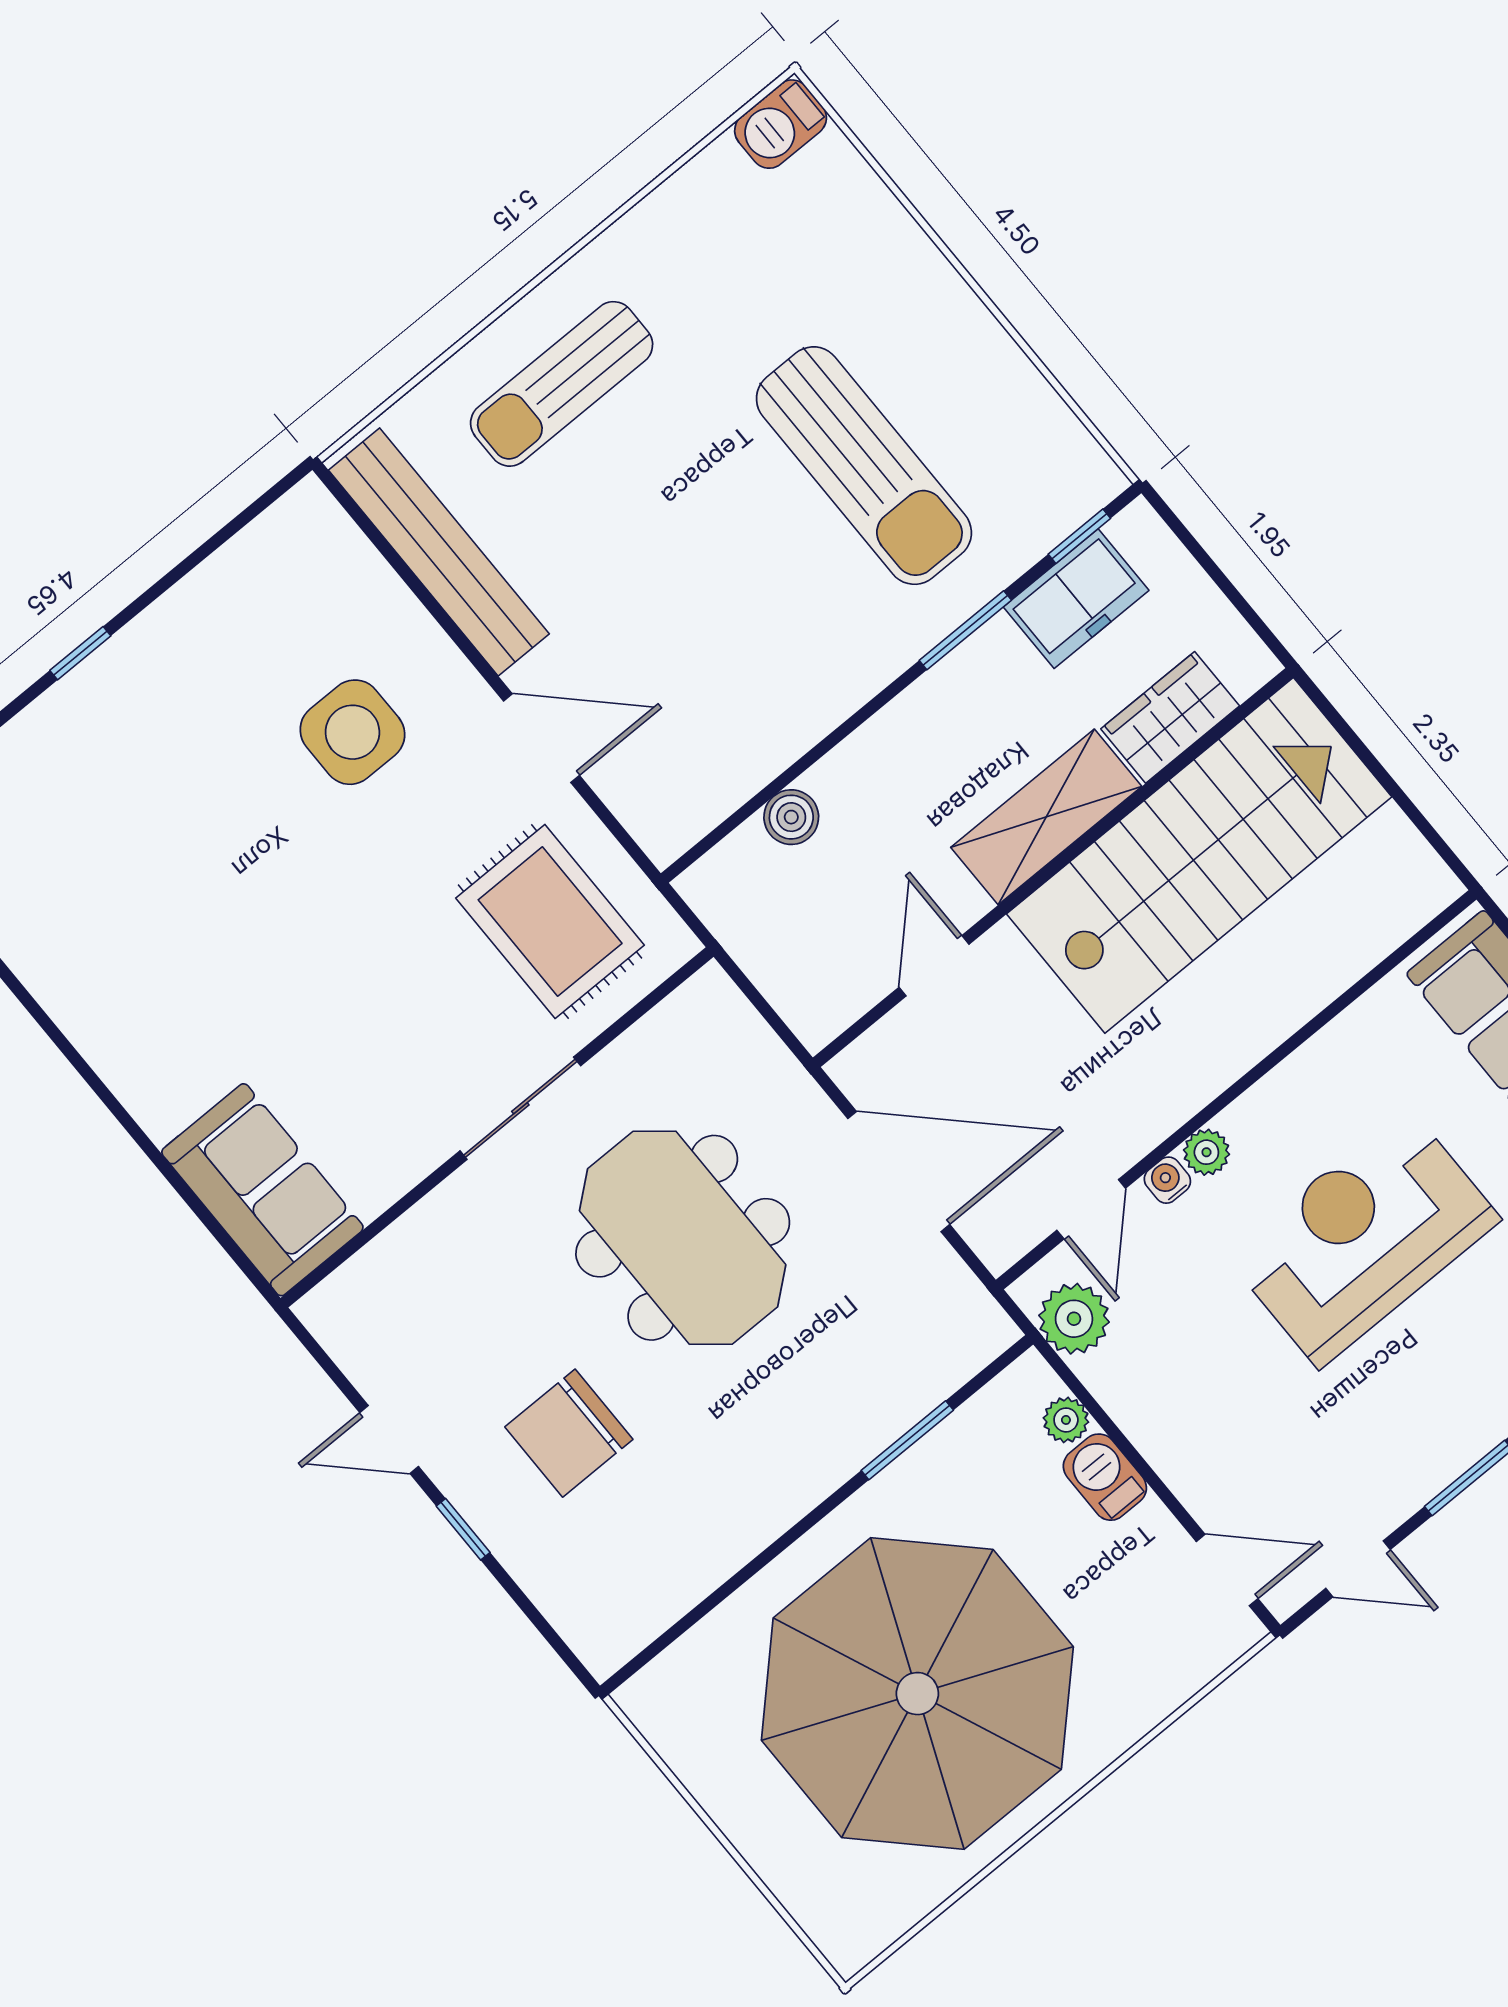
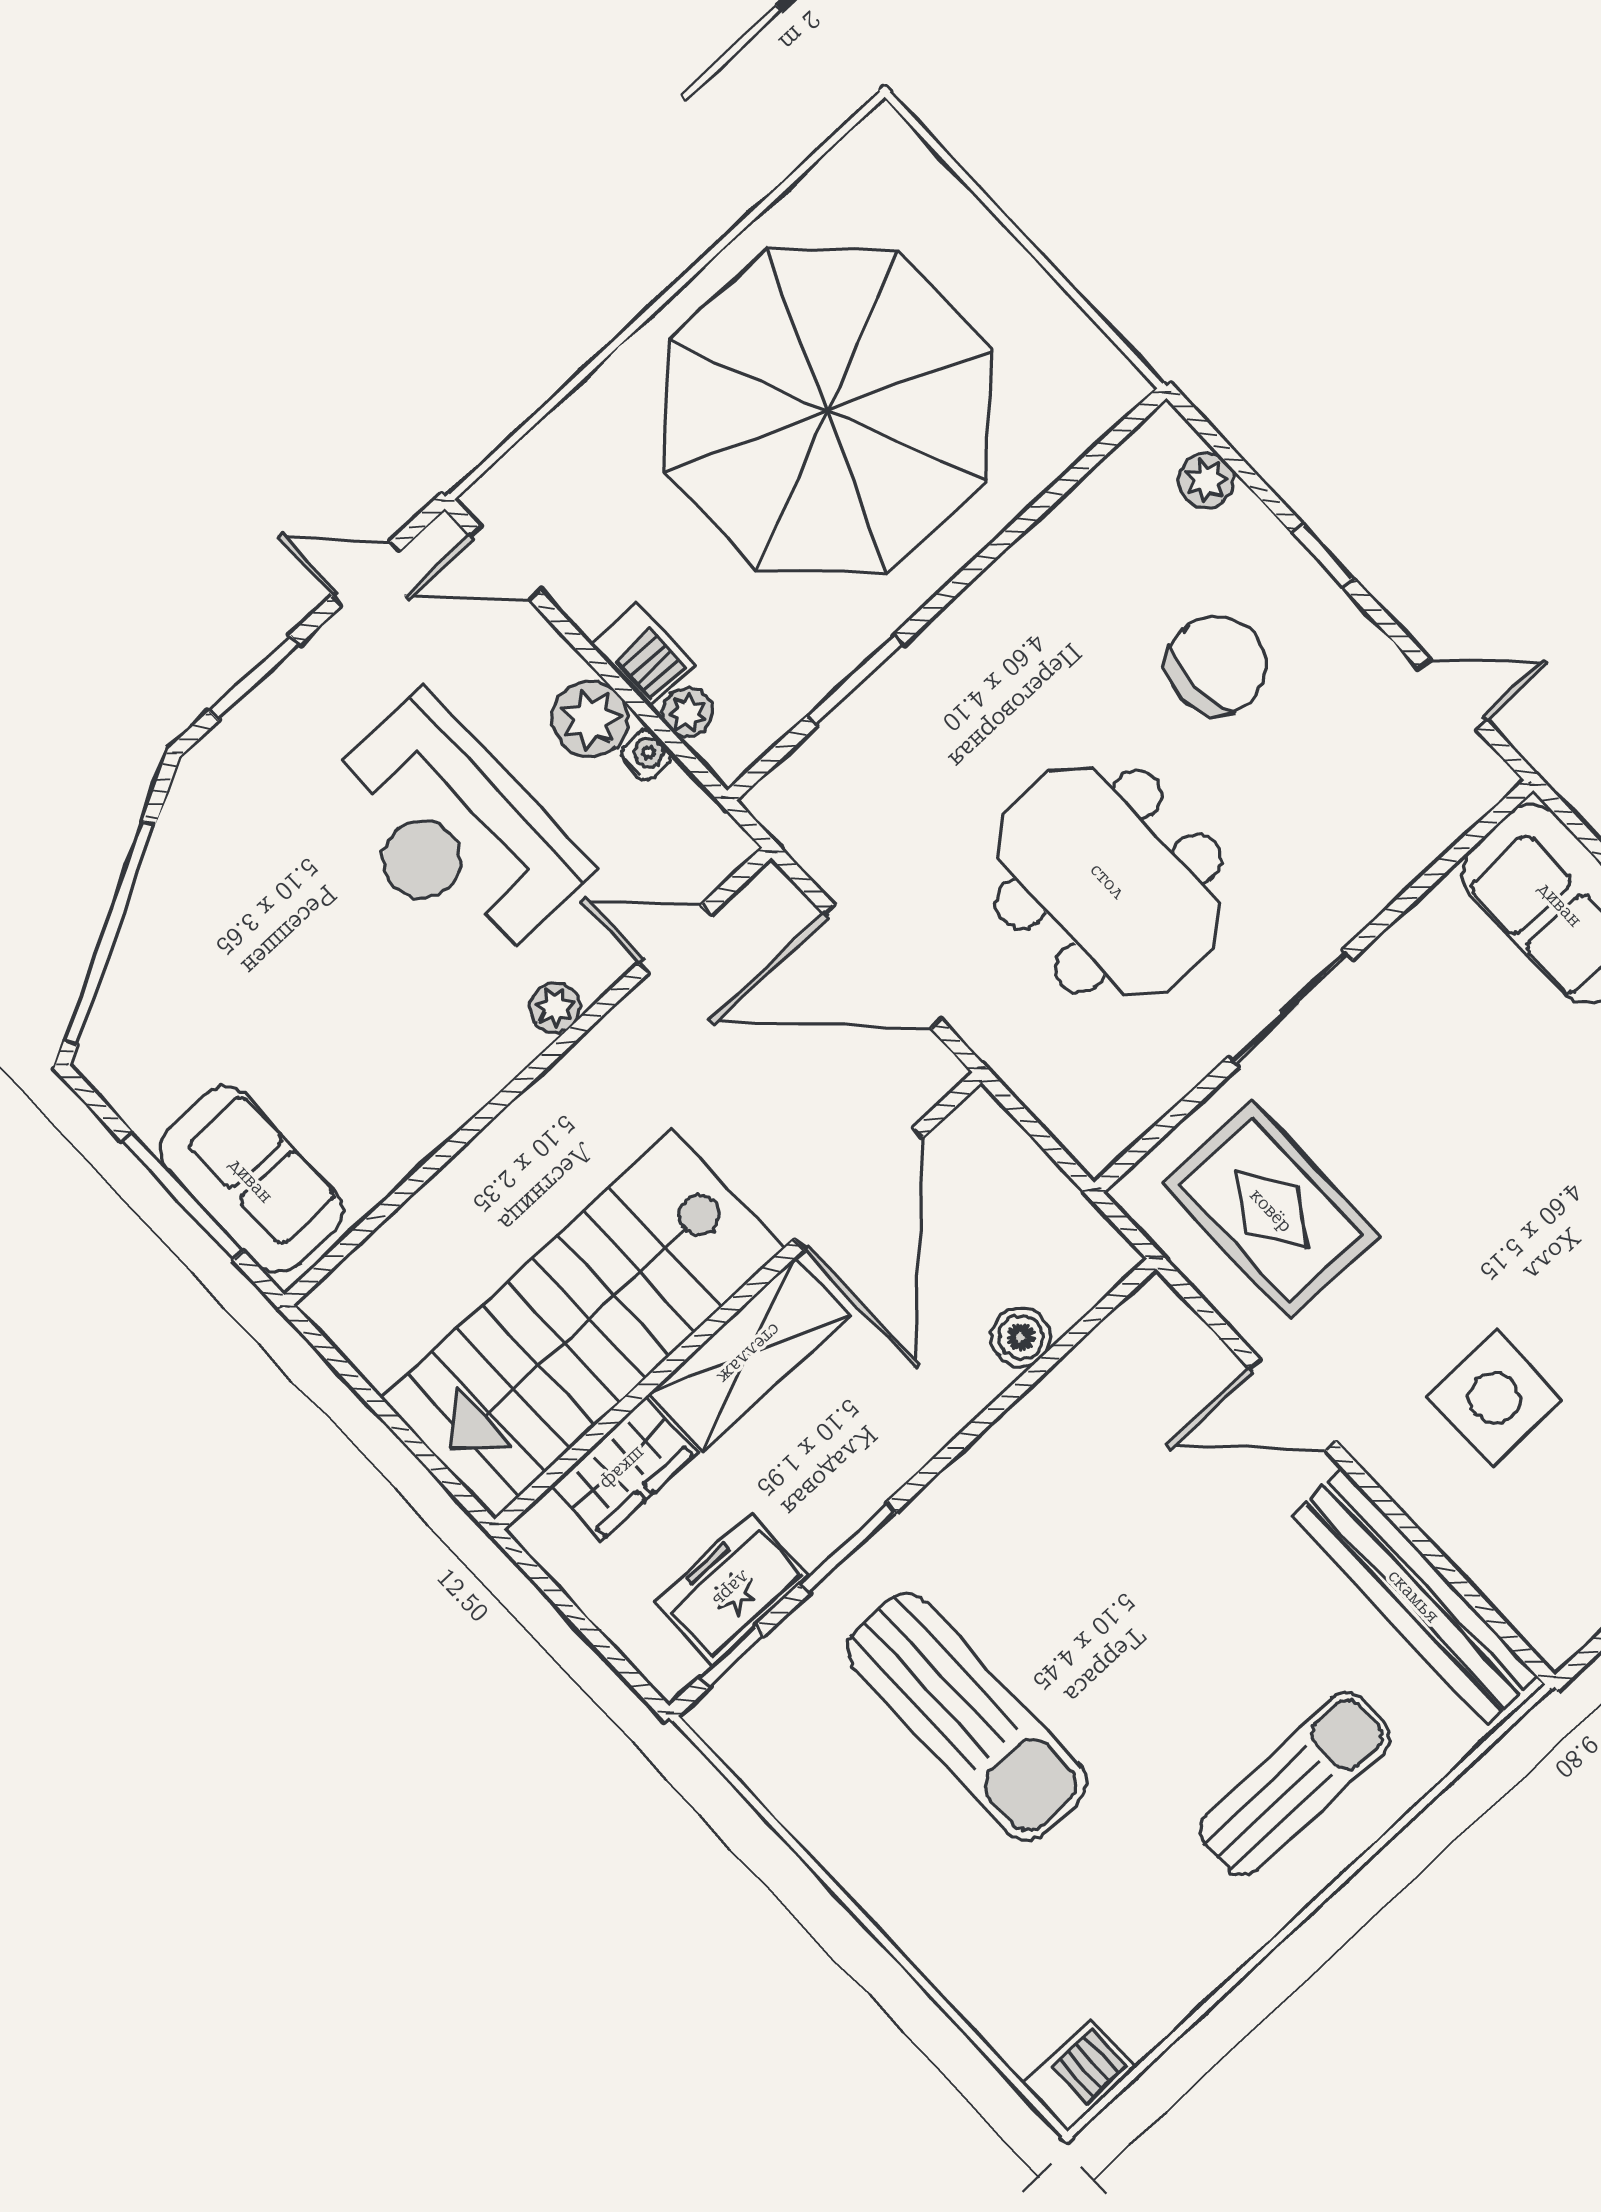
sun lounger: (864, 466) -> (967, 1717), turned 180
door: (934, 966) -> (859, 1188), width x1.87
water cooler: (1167, 1180) -> (646, 755), moved, turned -90
door: (1091, 1209) -> (675, 939), hinge flipped
reception desk: (1363, 1238) -> (452, 831), moved, turned 90
plant: (1074, 1319) -> (590, 719), moved
door: (389, 1439) -> (1453, 694), moved
plant: (568, 1606) -> (1206, 480), added

